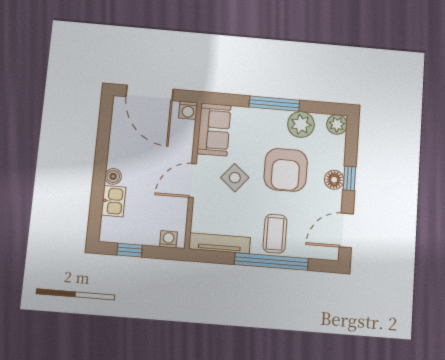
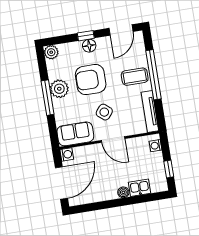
plant: (301, 124) -> (59, 89), moved
armchair: (286, 170) -> (91, 80), turned 180
door: (346, 230) -> (121, 30), hinge flipped

